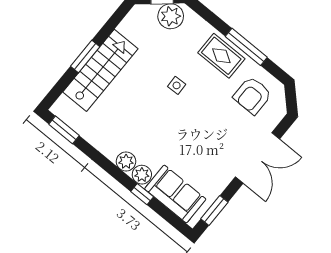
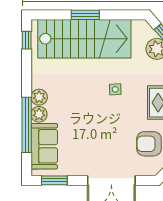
stairs: (100, 70) -> (84, 39), width x1.36, depth x1.51
window: (64, 130) -> (27, 40), width x0.67
window: (142, 194) -> (27, 125), width x3.17

